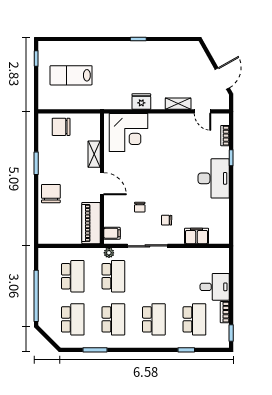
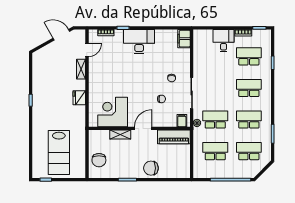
lab bench: (71, 75) -> (59, 152), width x1.36, depth x1.39
corner desk: (129, 132) -> (113, 112), moved, turned -90
filing cabinet: (197, 236) -> (184, 39), moved

